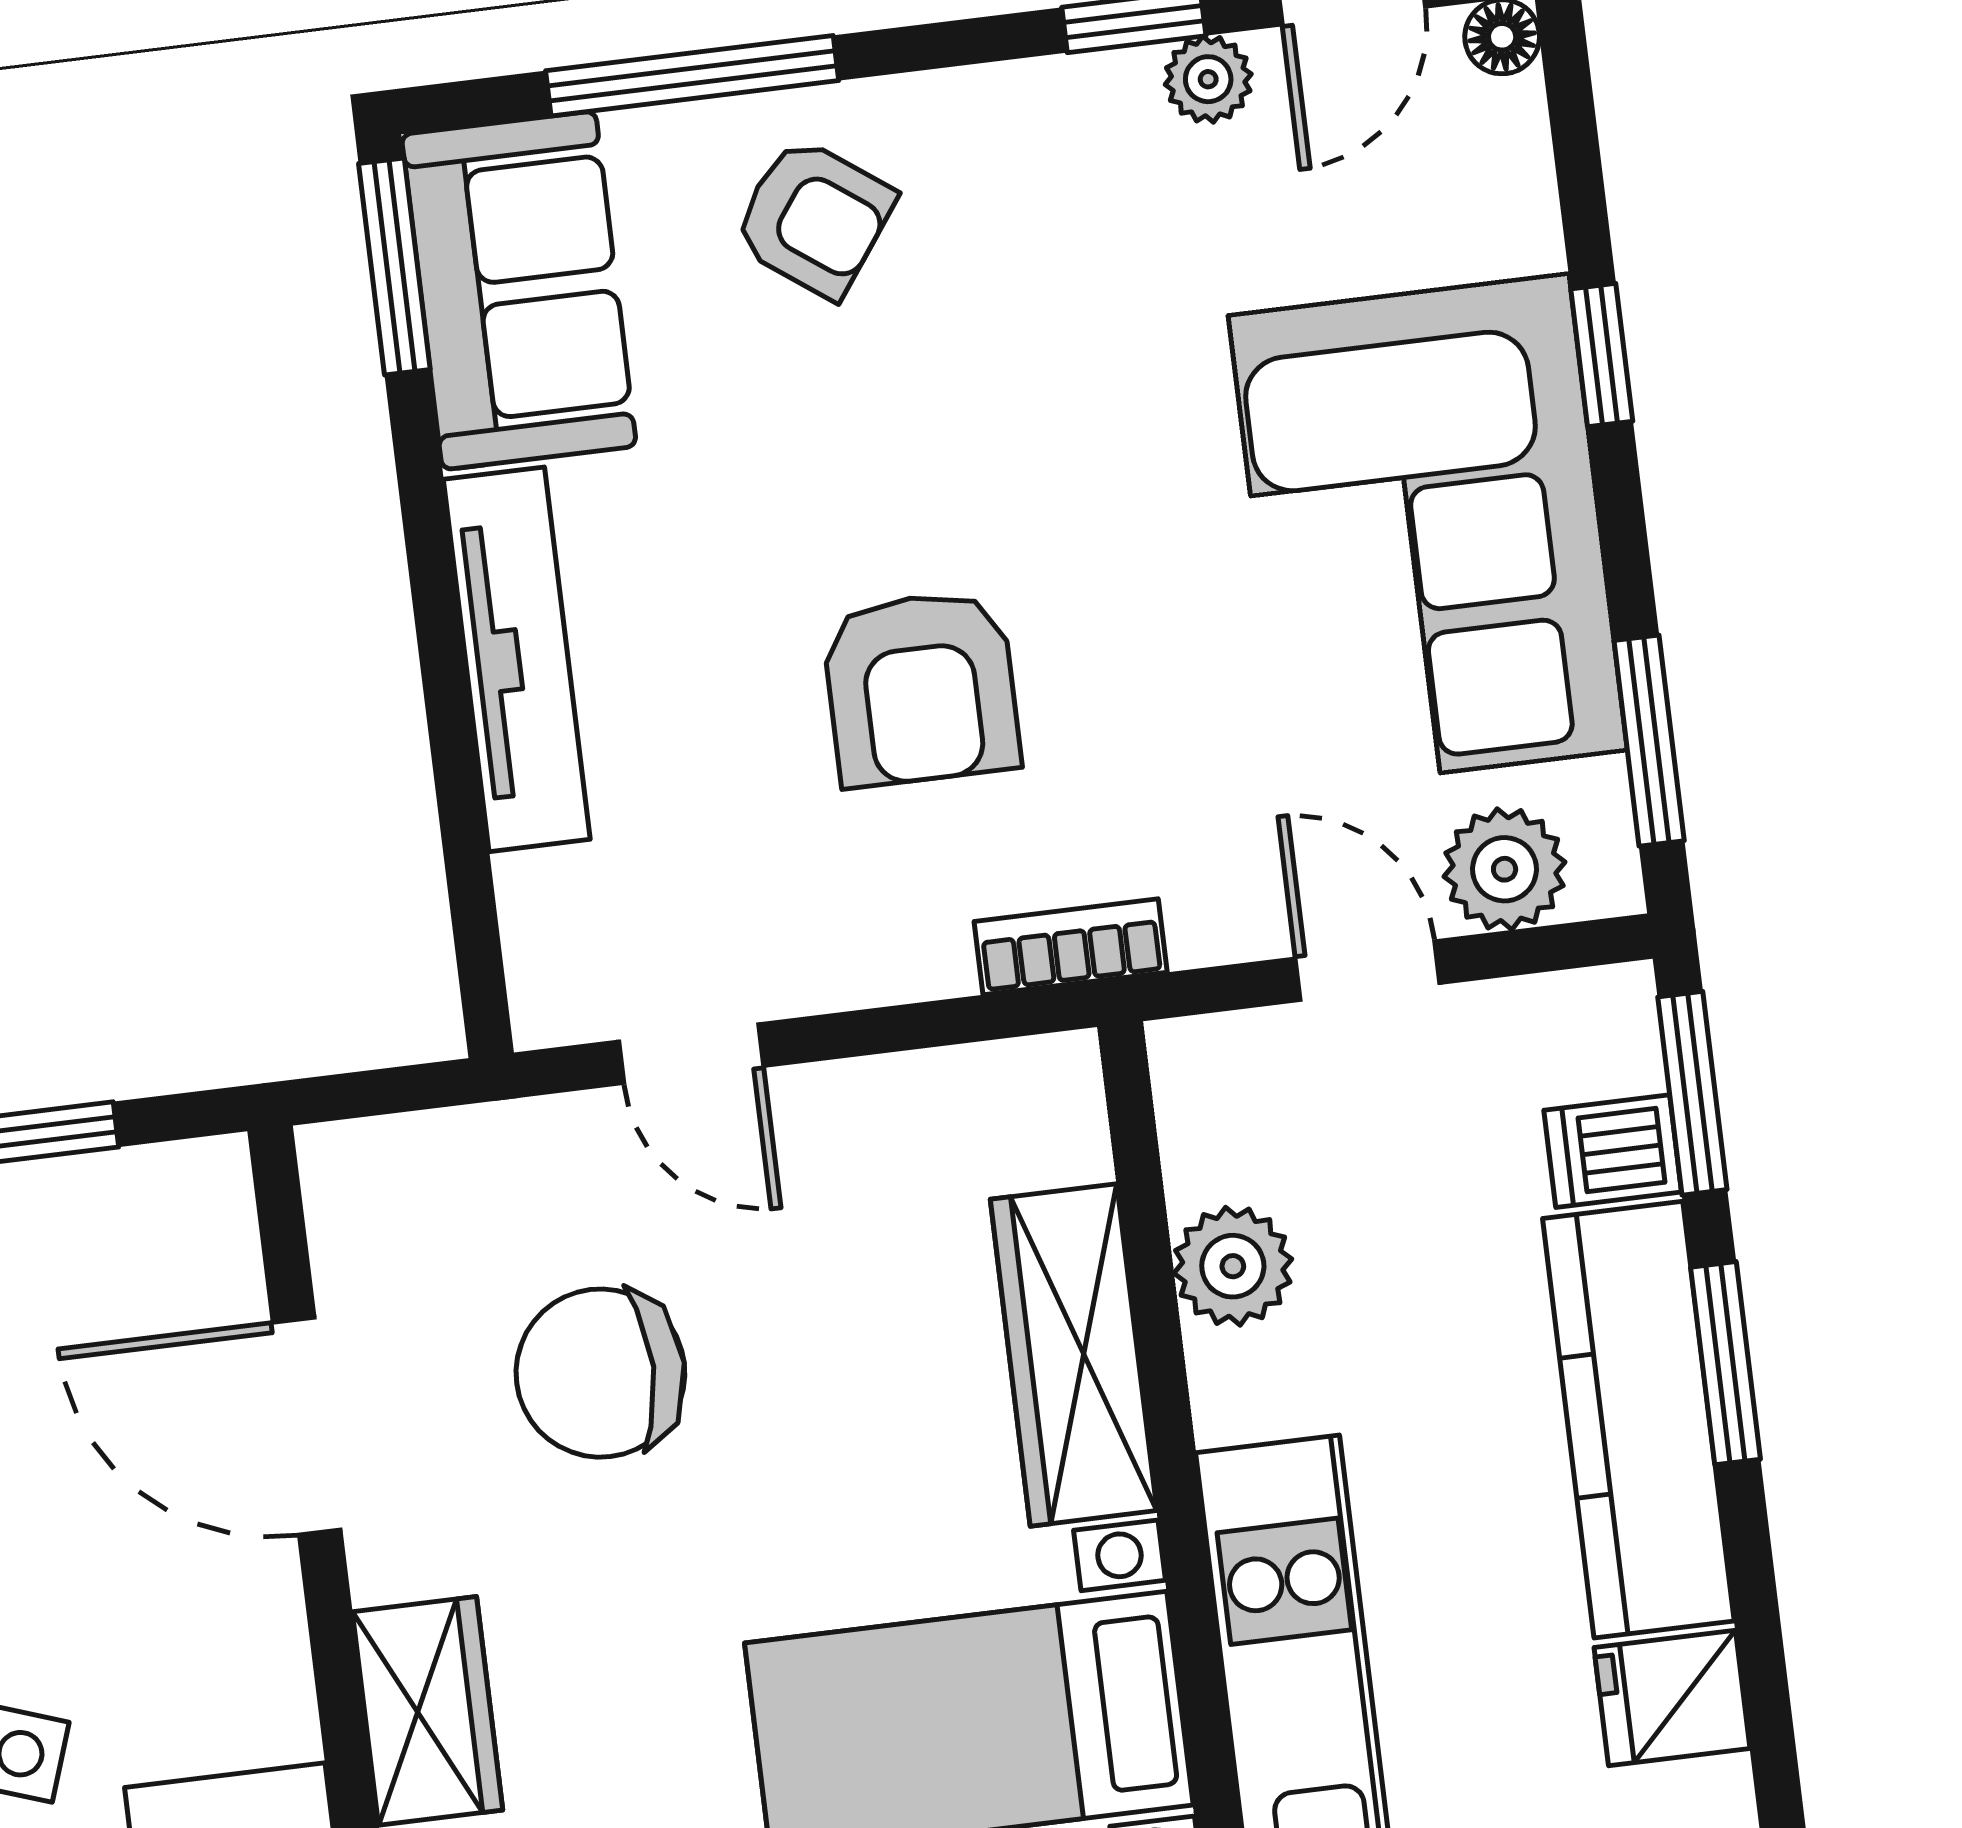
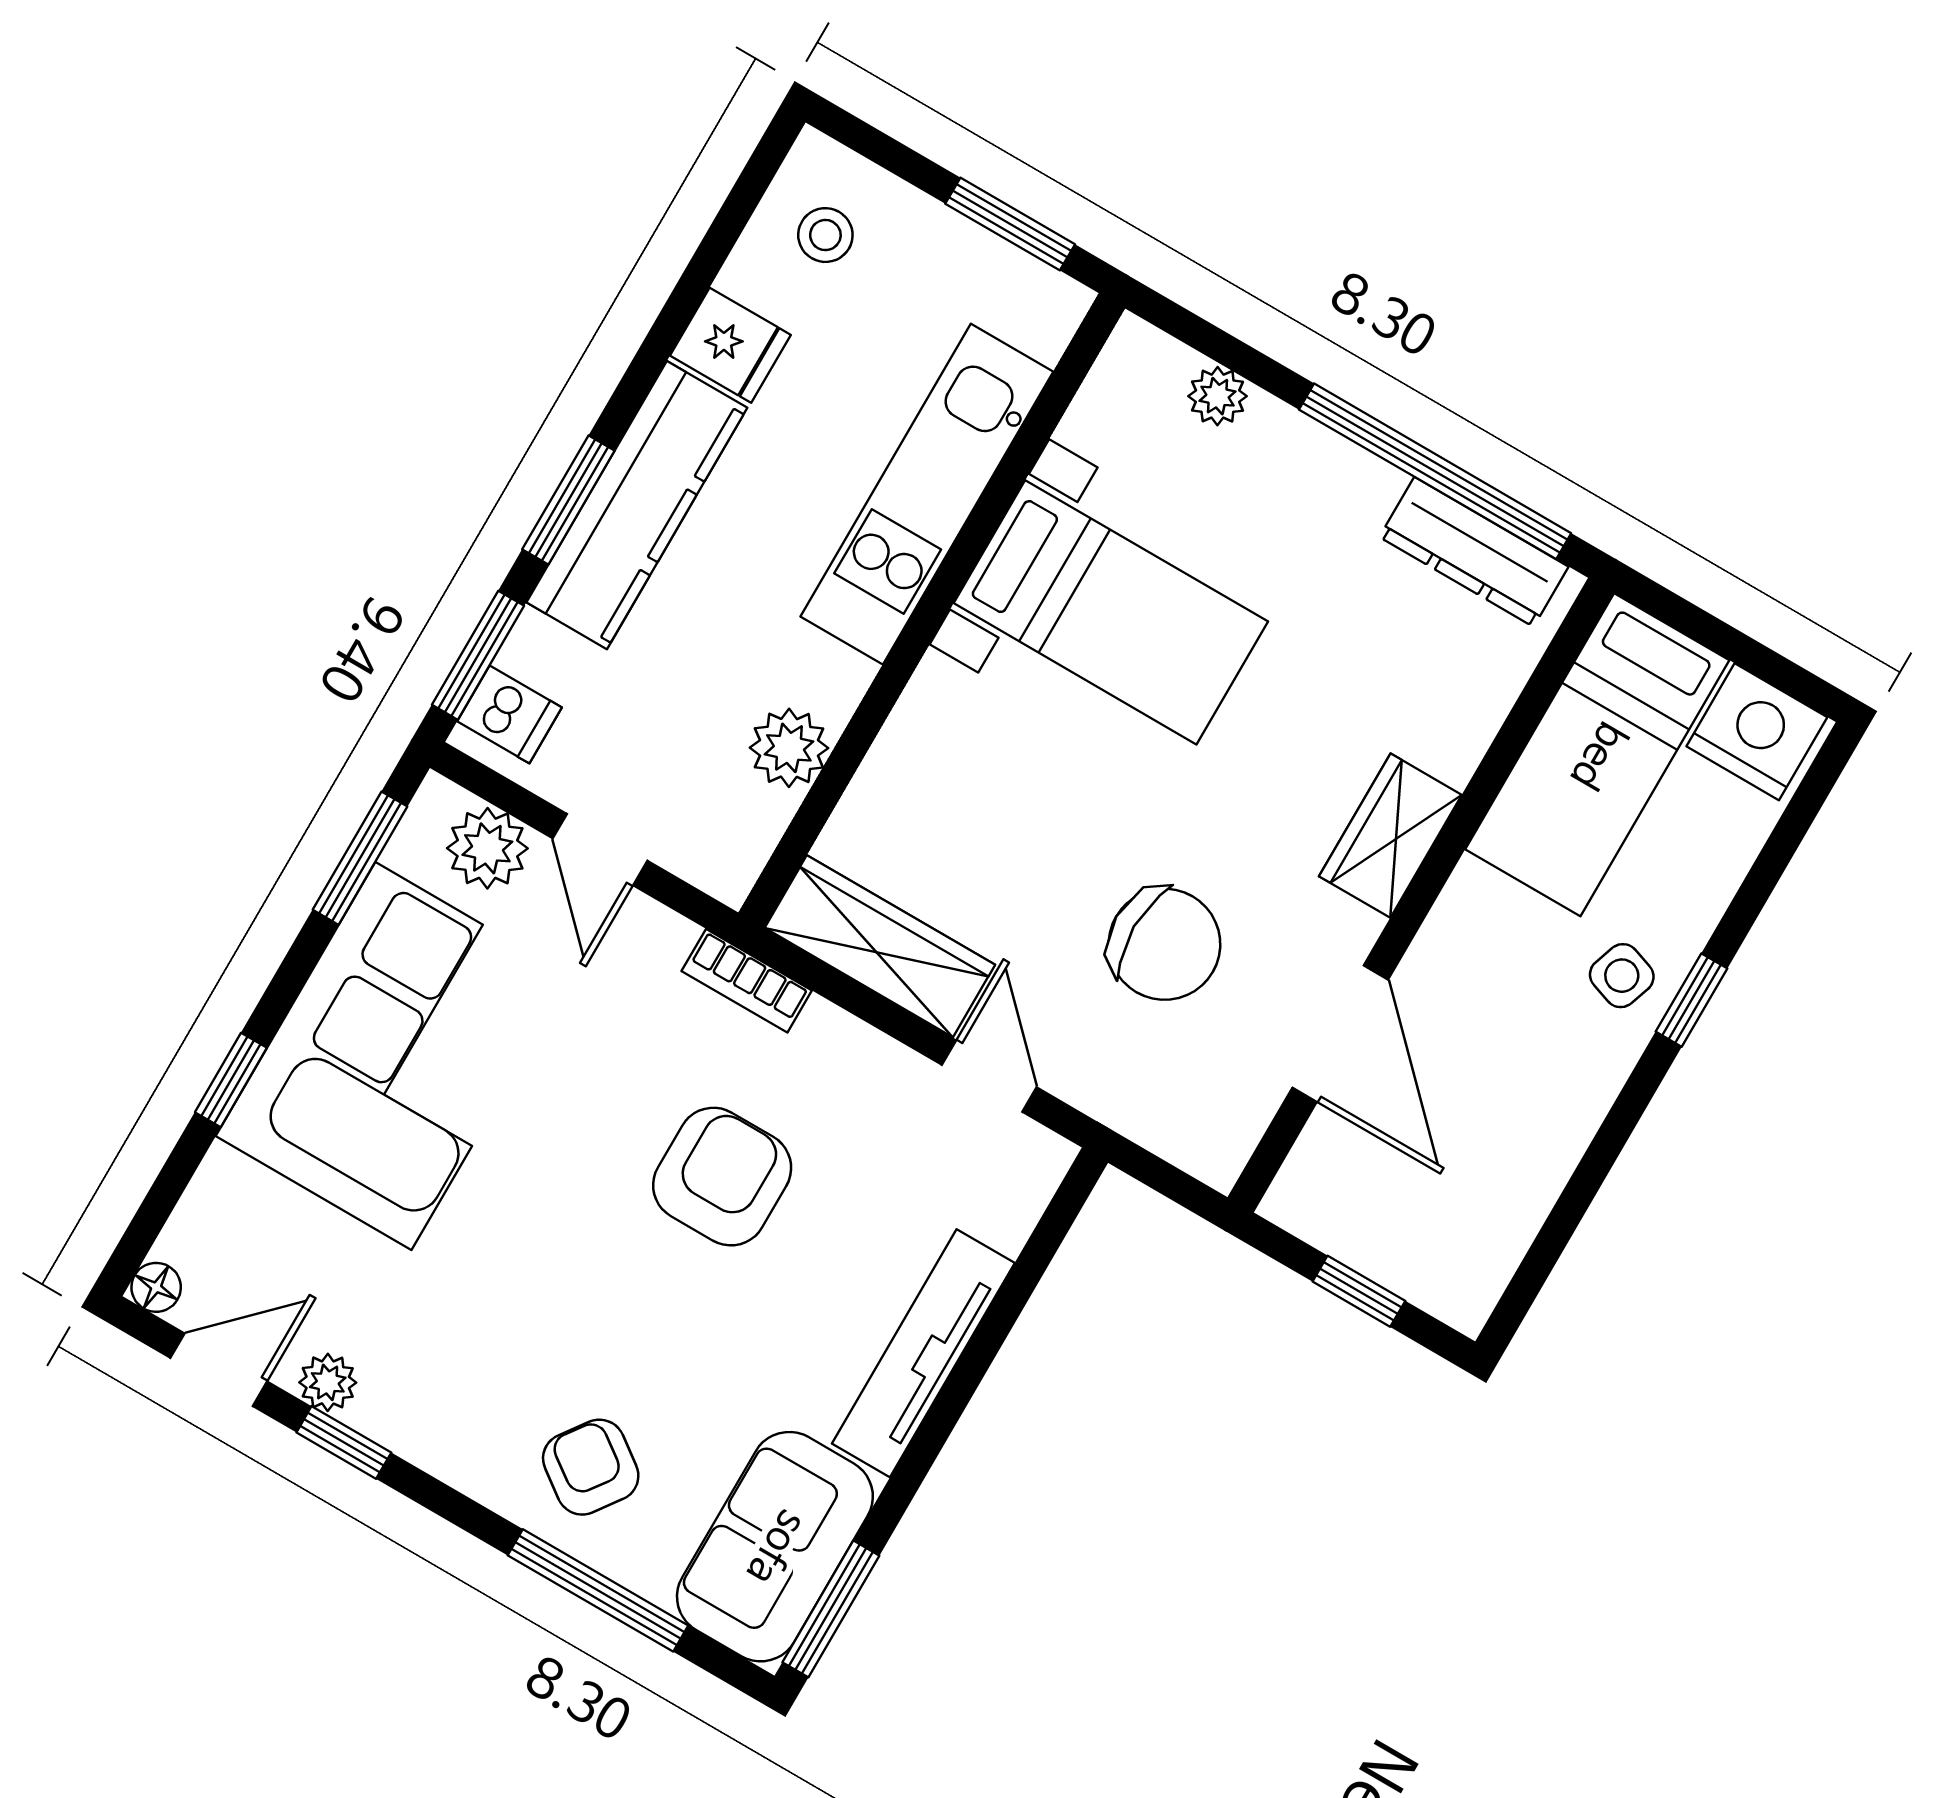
dishwasher: (1613, 1151) -> (509, 714), moved
wardrobe: (1074, 1355) -> (880, 946), moved, turned -90

